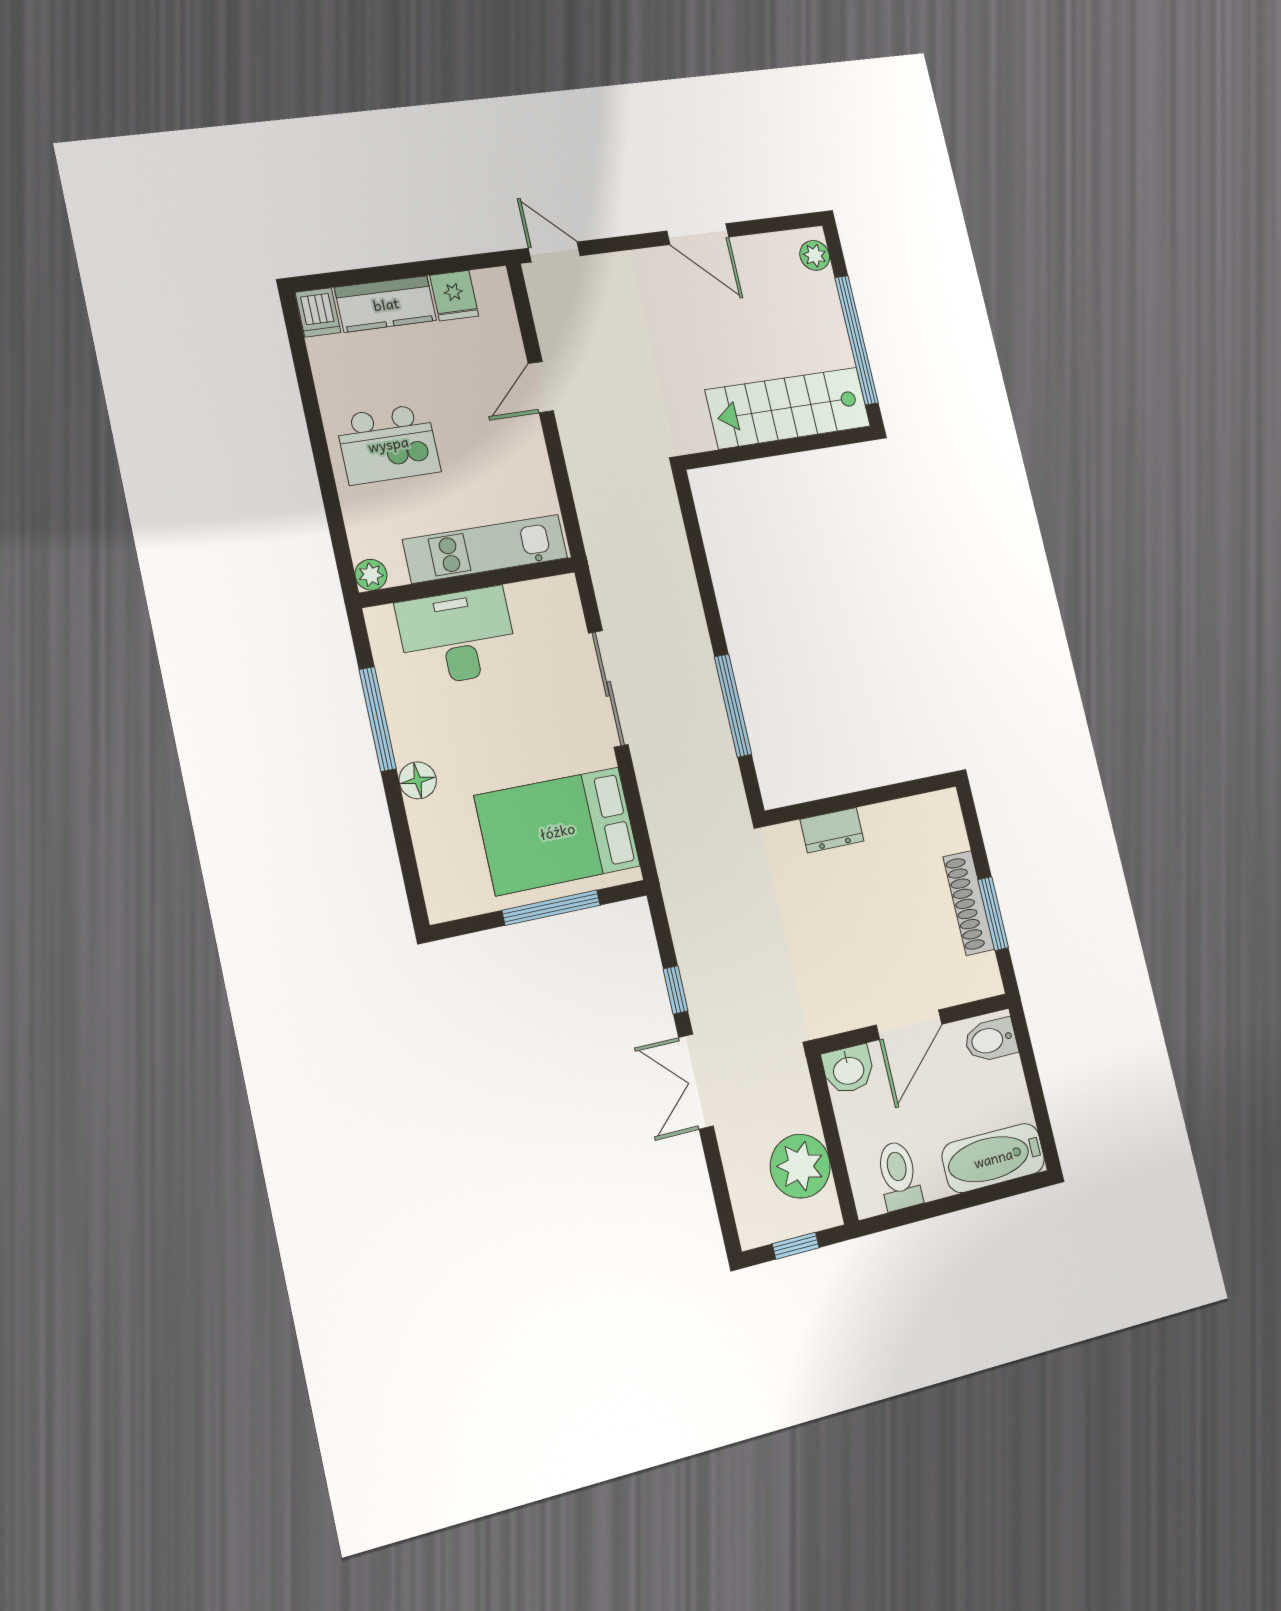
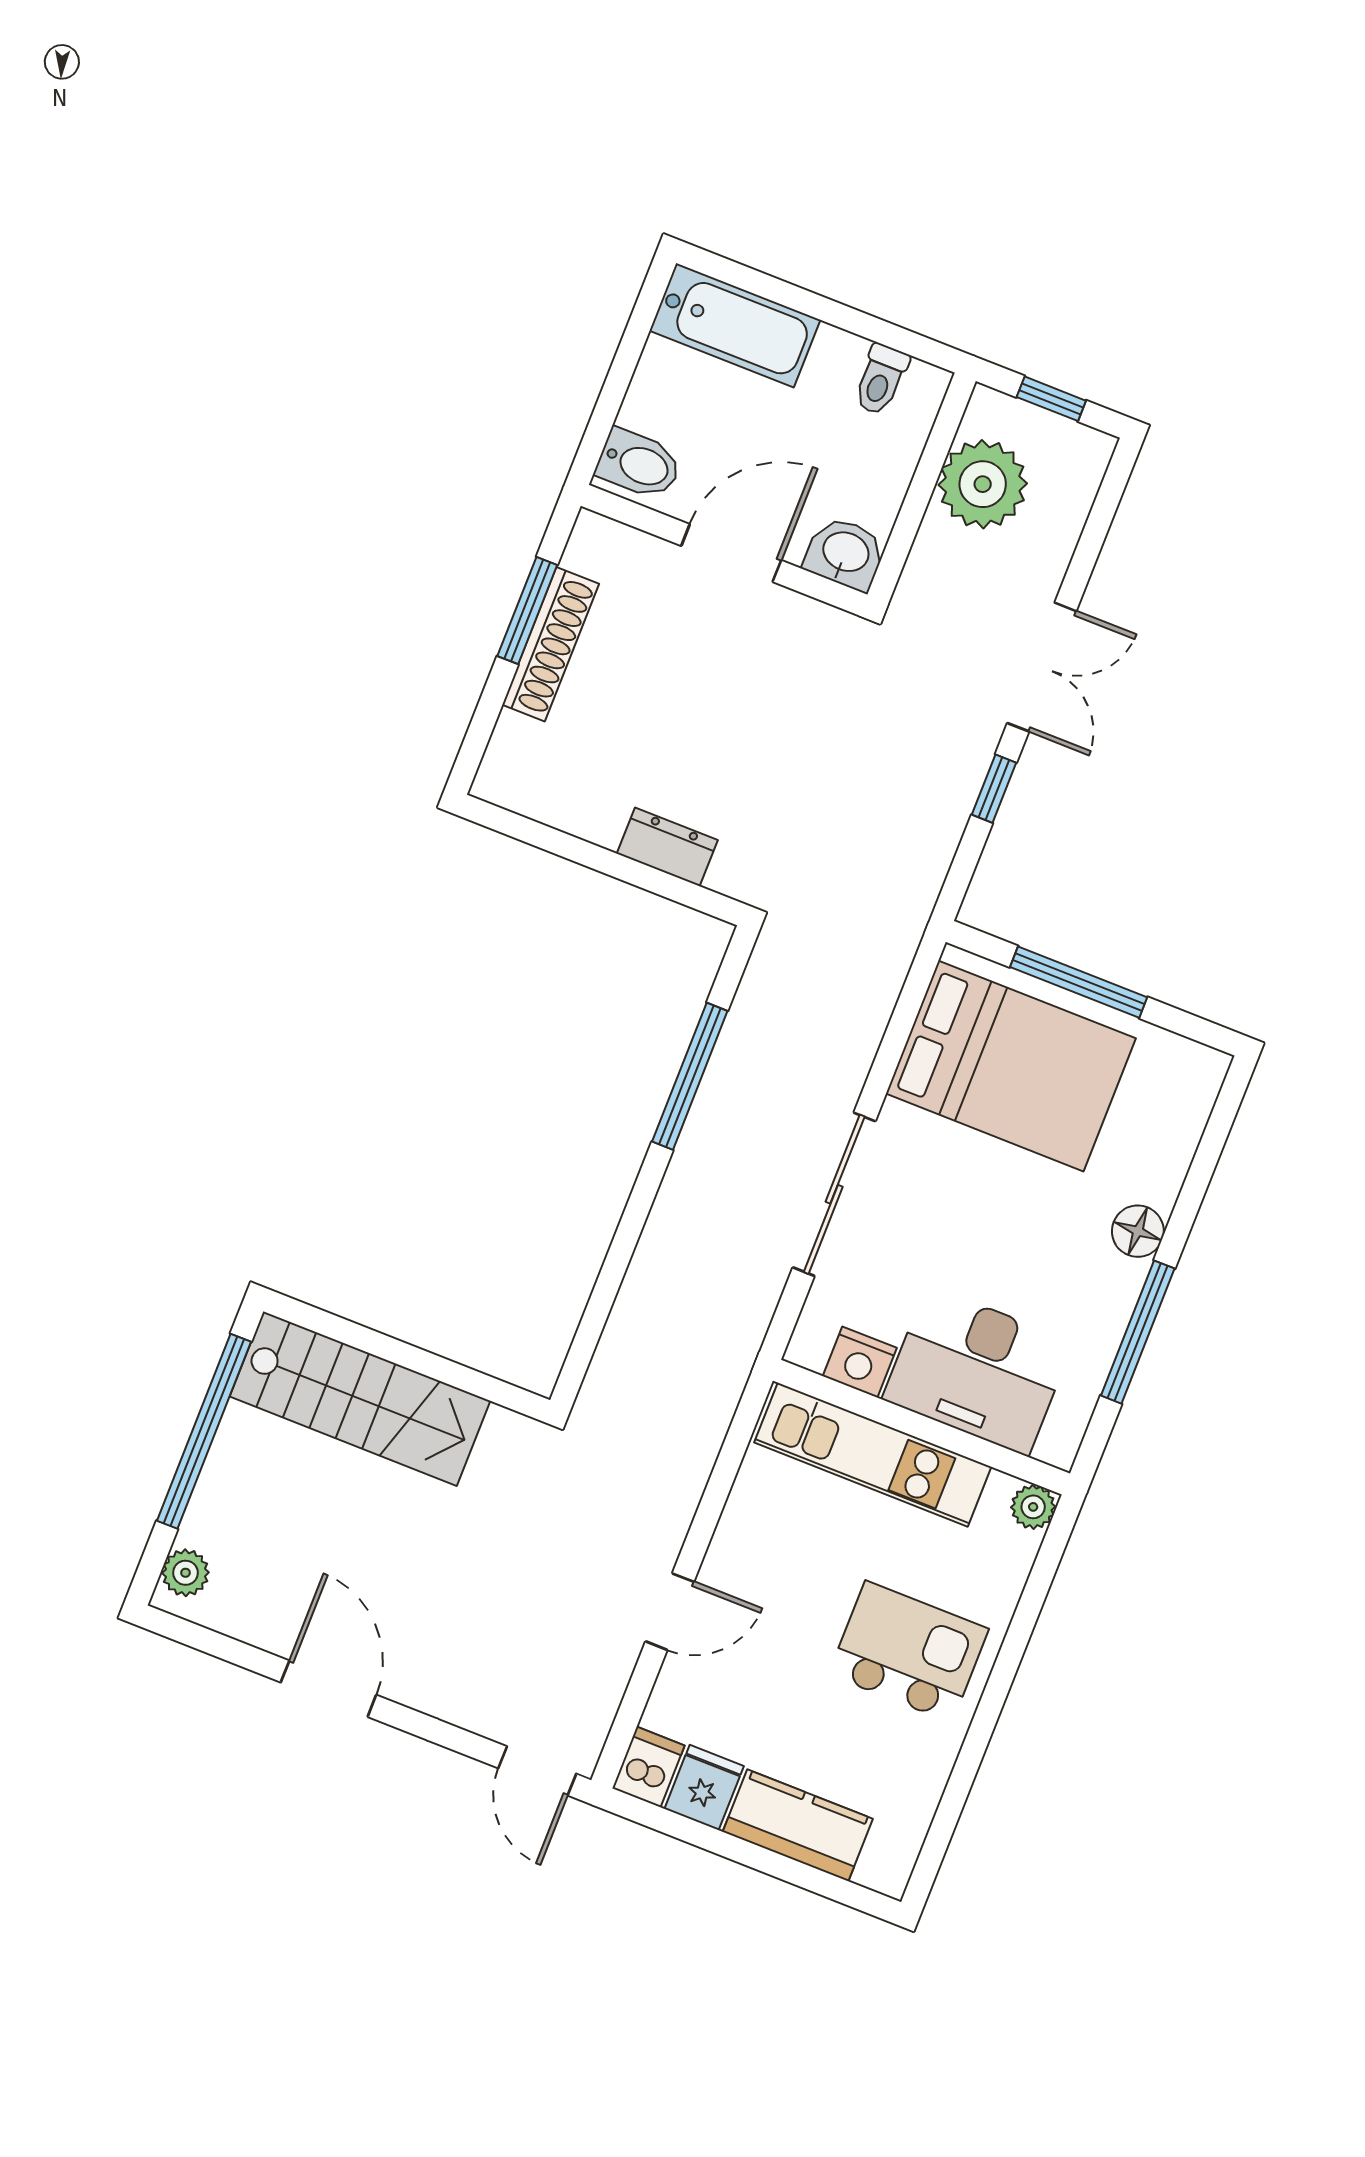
dishwasher: (318, 312) -> (648, 1767), moved
nightstand: (529, 599) -> (860, 1362), added
toilet: (899, 1176) -> (881, 380), width x0.73, depth x0.72

